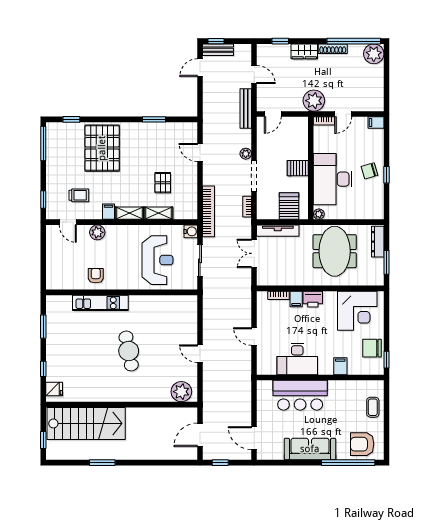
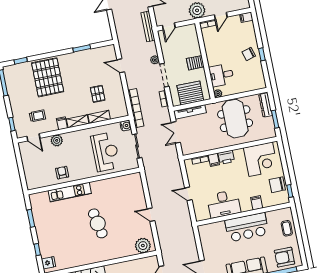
desk: (333, 179) -> (221, 75), width x0.53, depth x0.77
server rack: (289, 206) -> (190, 93), width x1.60
bar counter: (300, 395) -> (247, 227), moved

